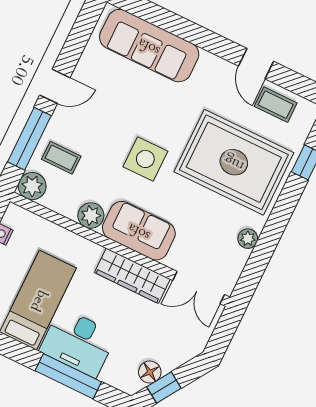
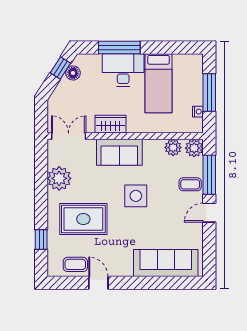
coffee table: (61, 158) -> (190, 184), moved
rug: (234, 162) -> (83, 219), width x0.73, depth x0.69
plant: (91, 216) -> (173, 147), moved
plant: (248, 239) -> (59, 178), width x1.87, depth x1.87
wardrobe: (132, 276) -> (110, 124), width x0.67

